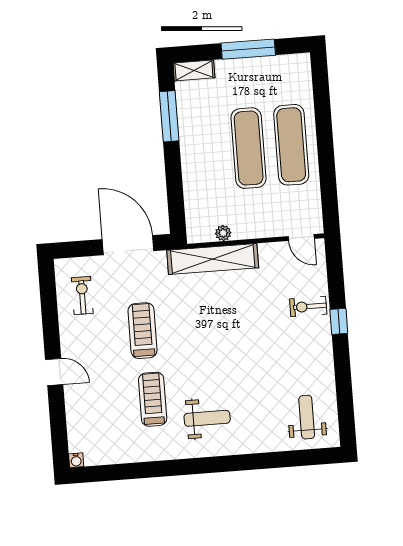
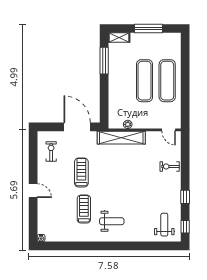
window: (339, 321) -> (185, 197), moved
window: (346, 418) -> (185, 227), added

